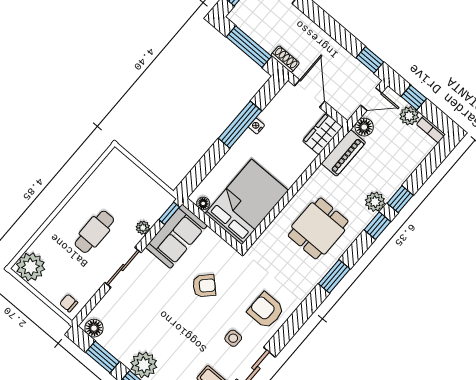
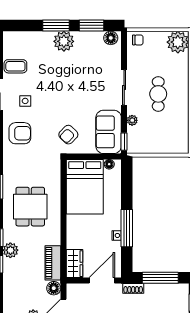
door: (310, 94) -> (102, 281), swing flipped
armchair: (204, 286) -> (68, 135), moved

